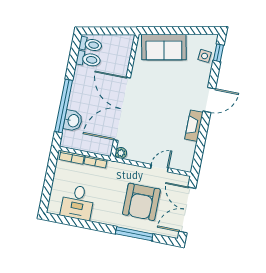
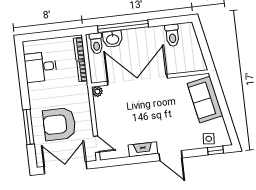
toilet: (91, 44) -> (96, 43), moved
door: (159, 168) -> (96, 144), moved

